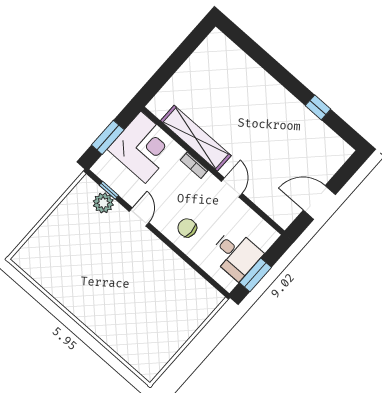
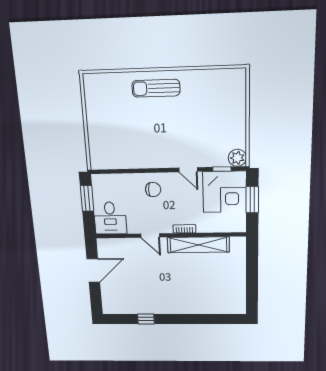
corner desk: (143, 147) -> (225, 192), moved, turned -90
plant: (103, 203) -> (237, 158), moved
desk: (236, 254) -> (110, 218), moved, turned -90
sun lounger: (100, 312) -> (156, 88), added

